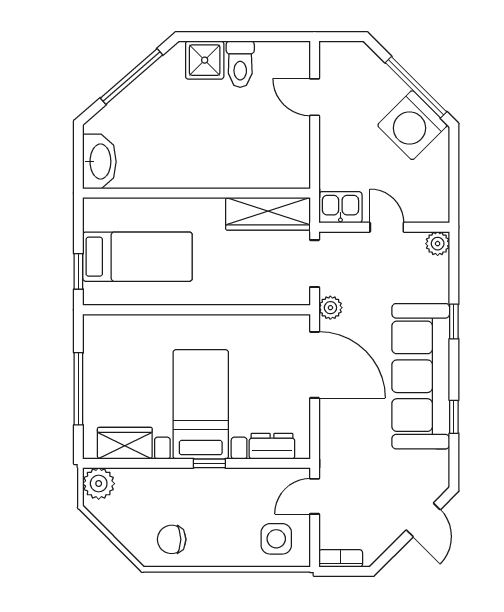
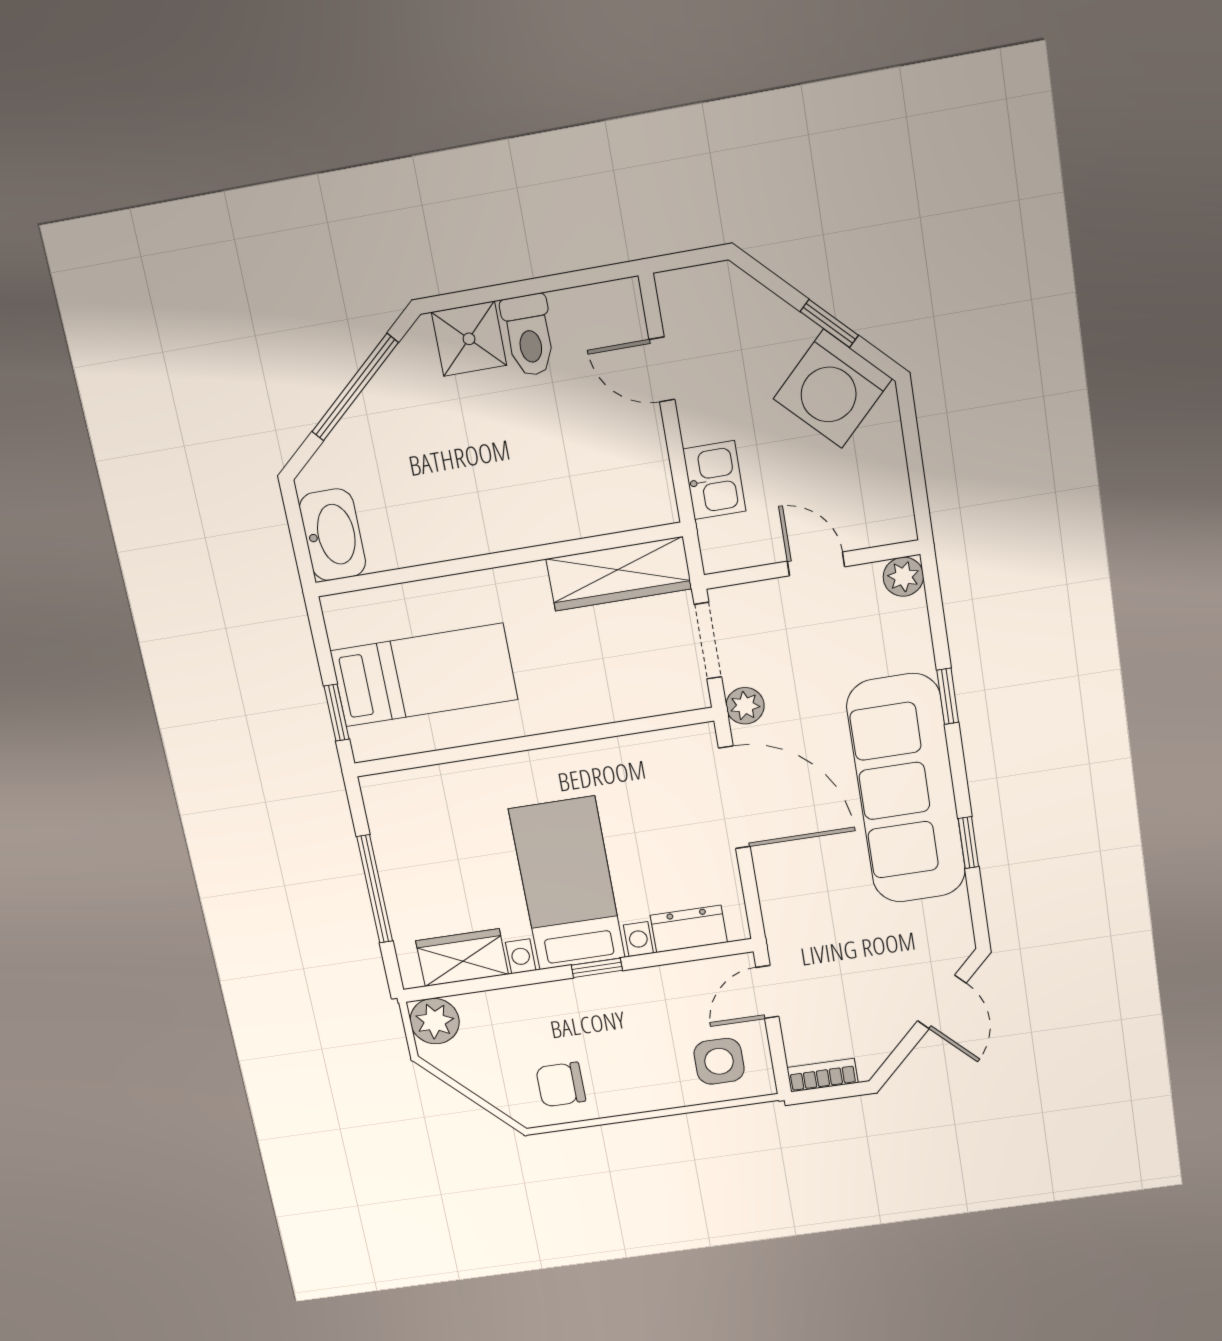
window: (416, 87) -> (829, 323), width x0.46
kitchen sink: (340, 207) -> (714, 480), moved, turned 90

